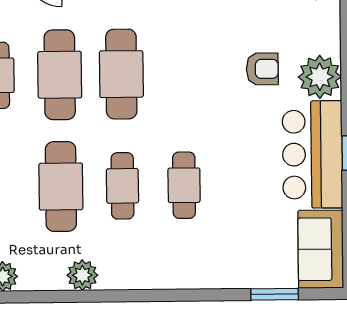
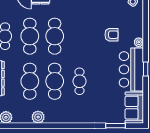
plant: (320, 77) -> (139, 42), width x0.53, depth x0.53
cafe table: (122, 186) -> (55, 81), width x1.37, depth x1.35

